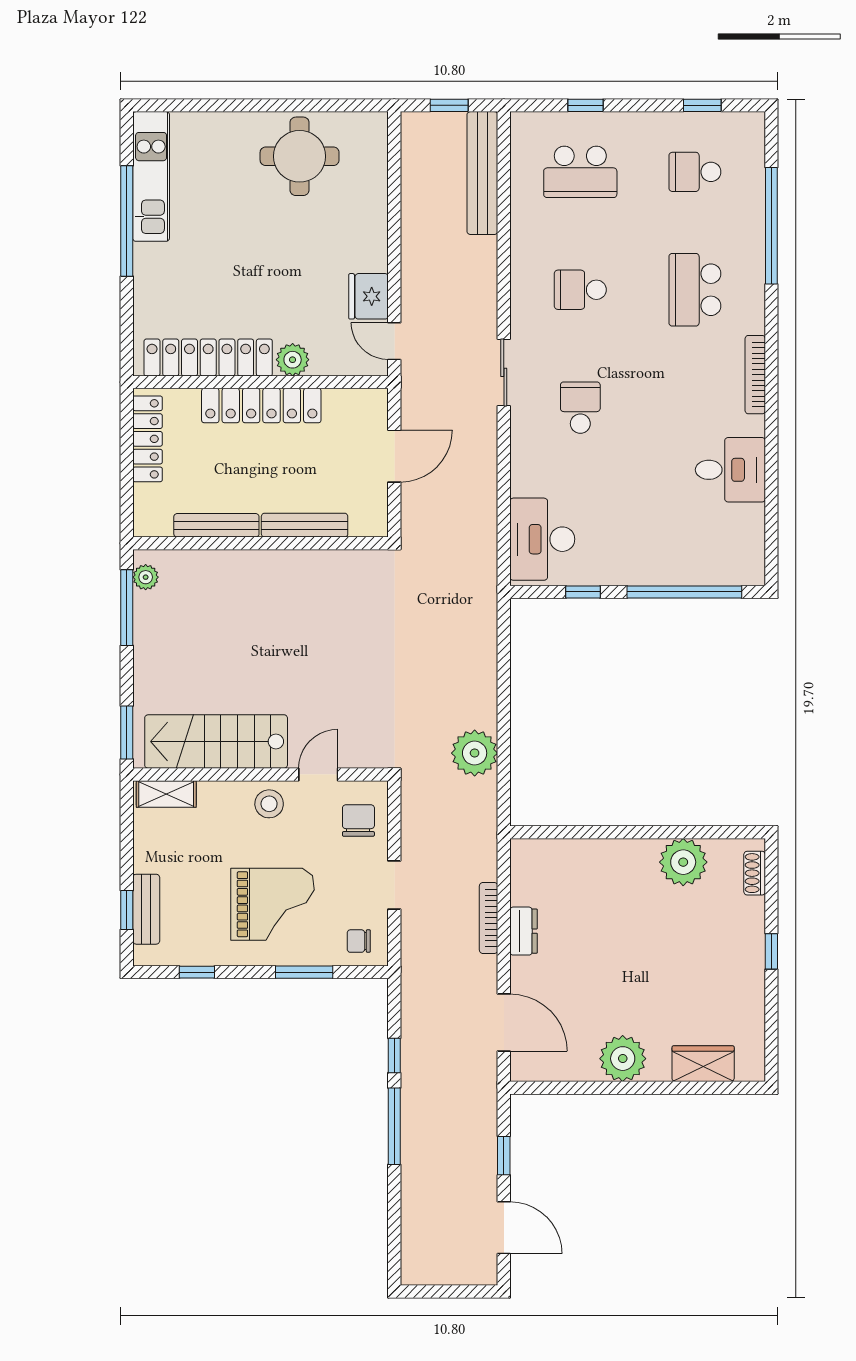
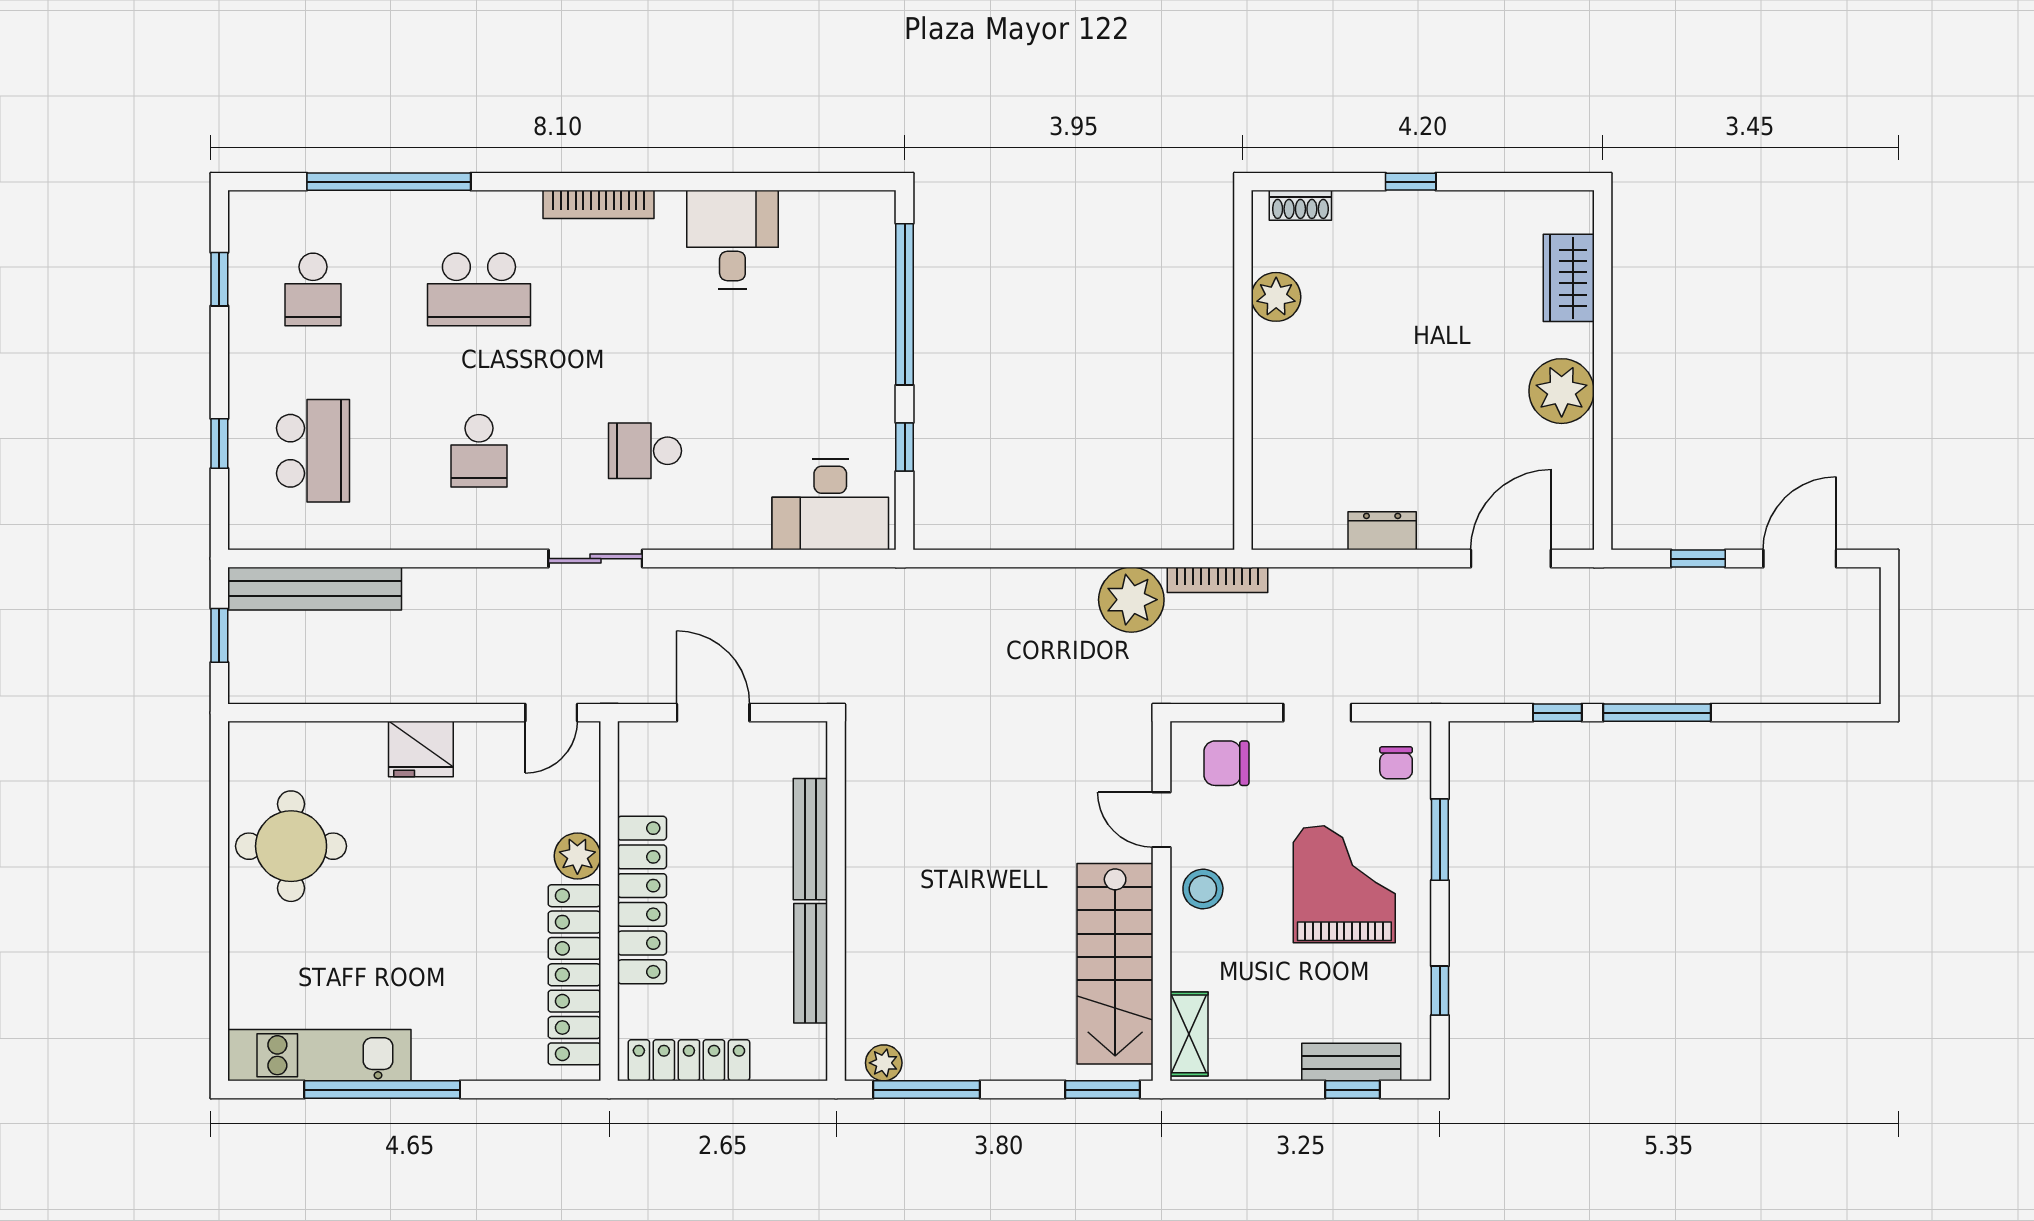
fridge: (369, 296) -> (421, 749), moved
plant: (683, 862) -> (1276, 297), width x0.73, depth x0.73
bookcase: (489, 918) -> (1218, 580), moved

